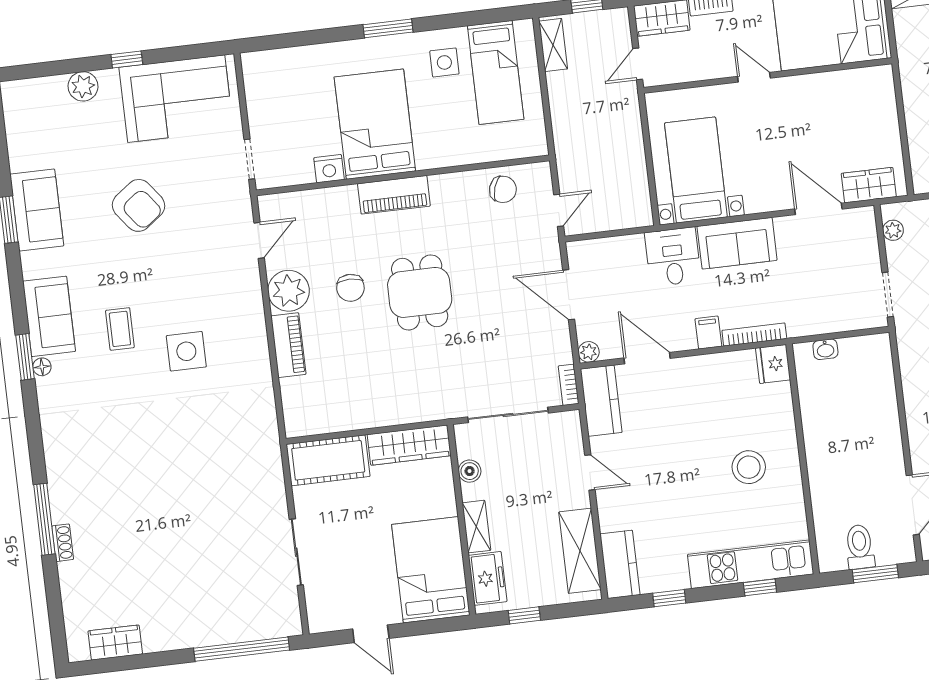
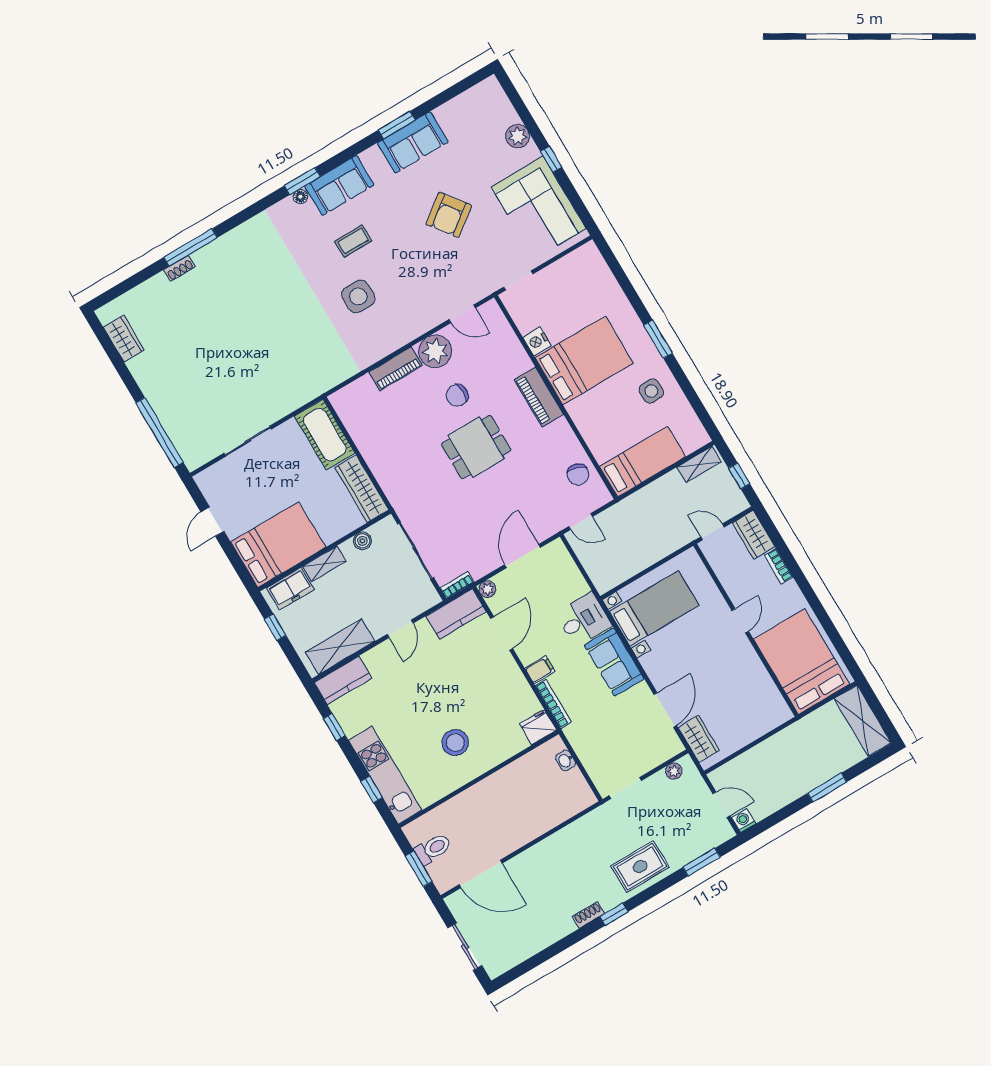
bed: (496, 72) -> (643, 462), moved, turned 180

